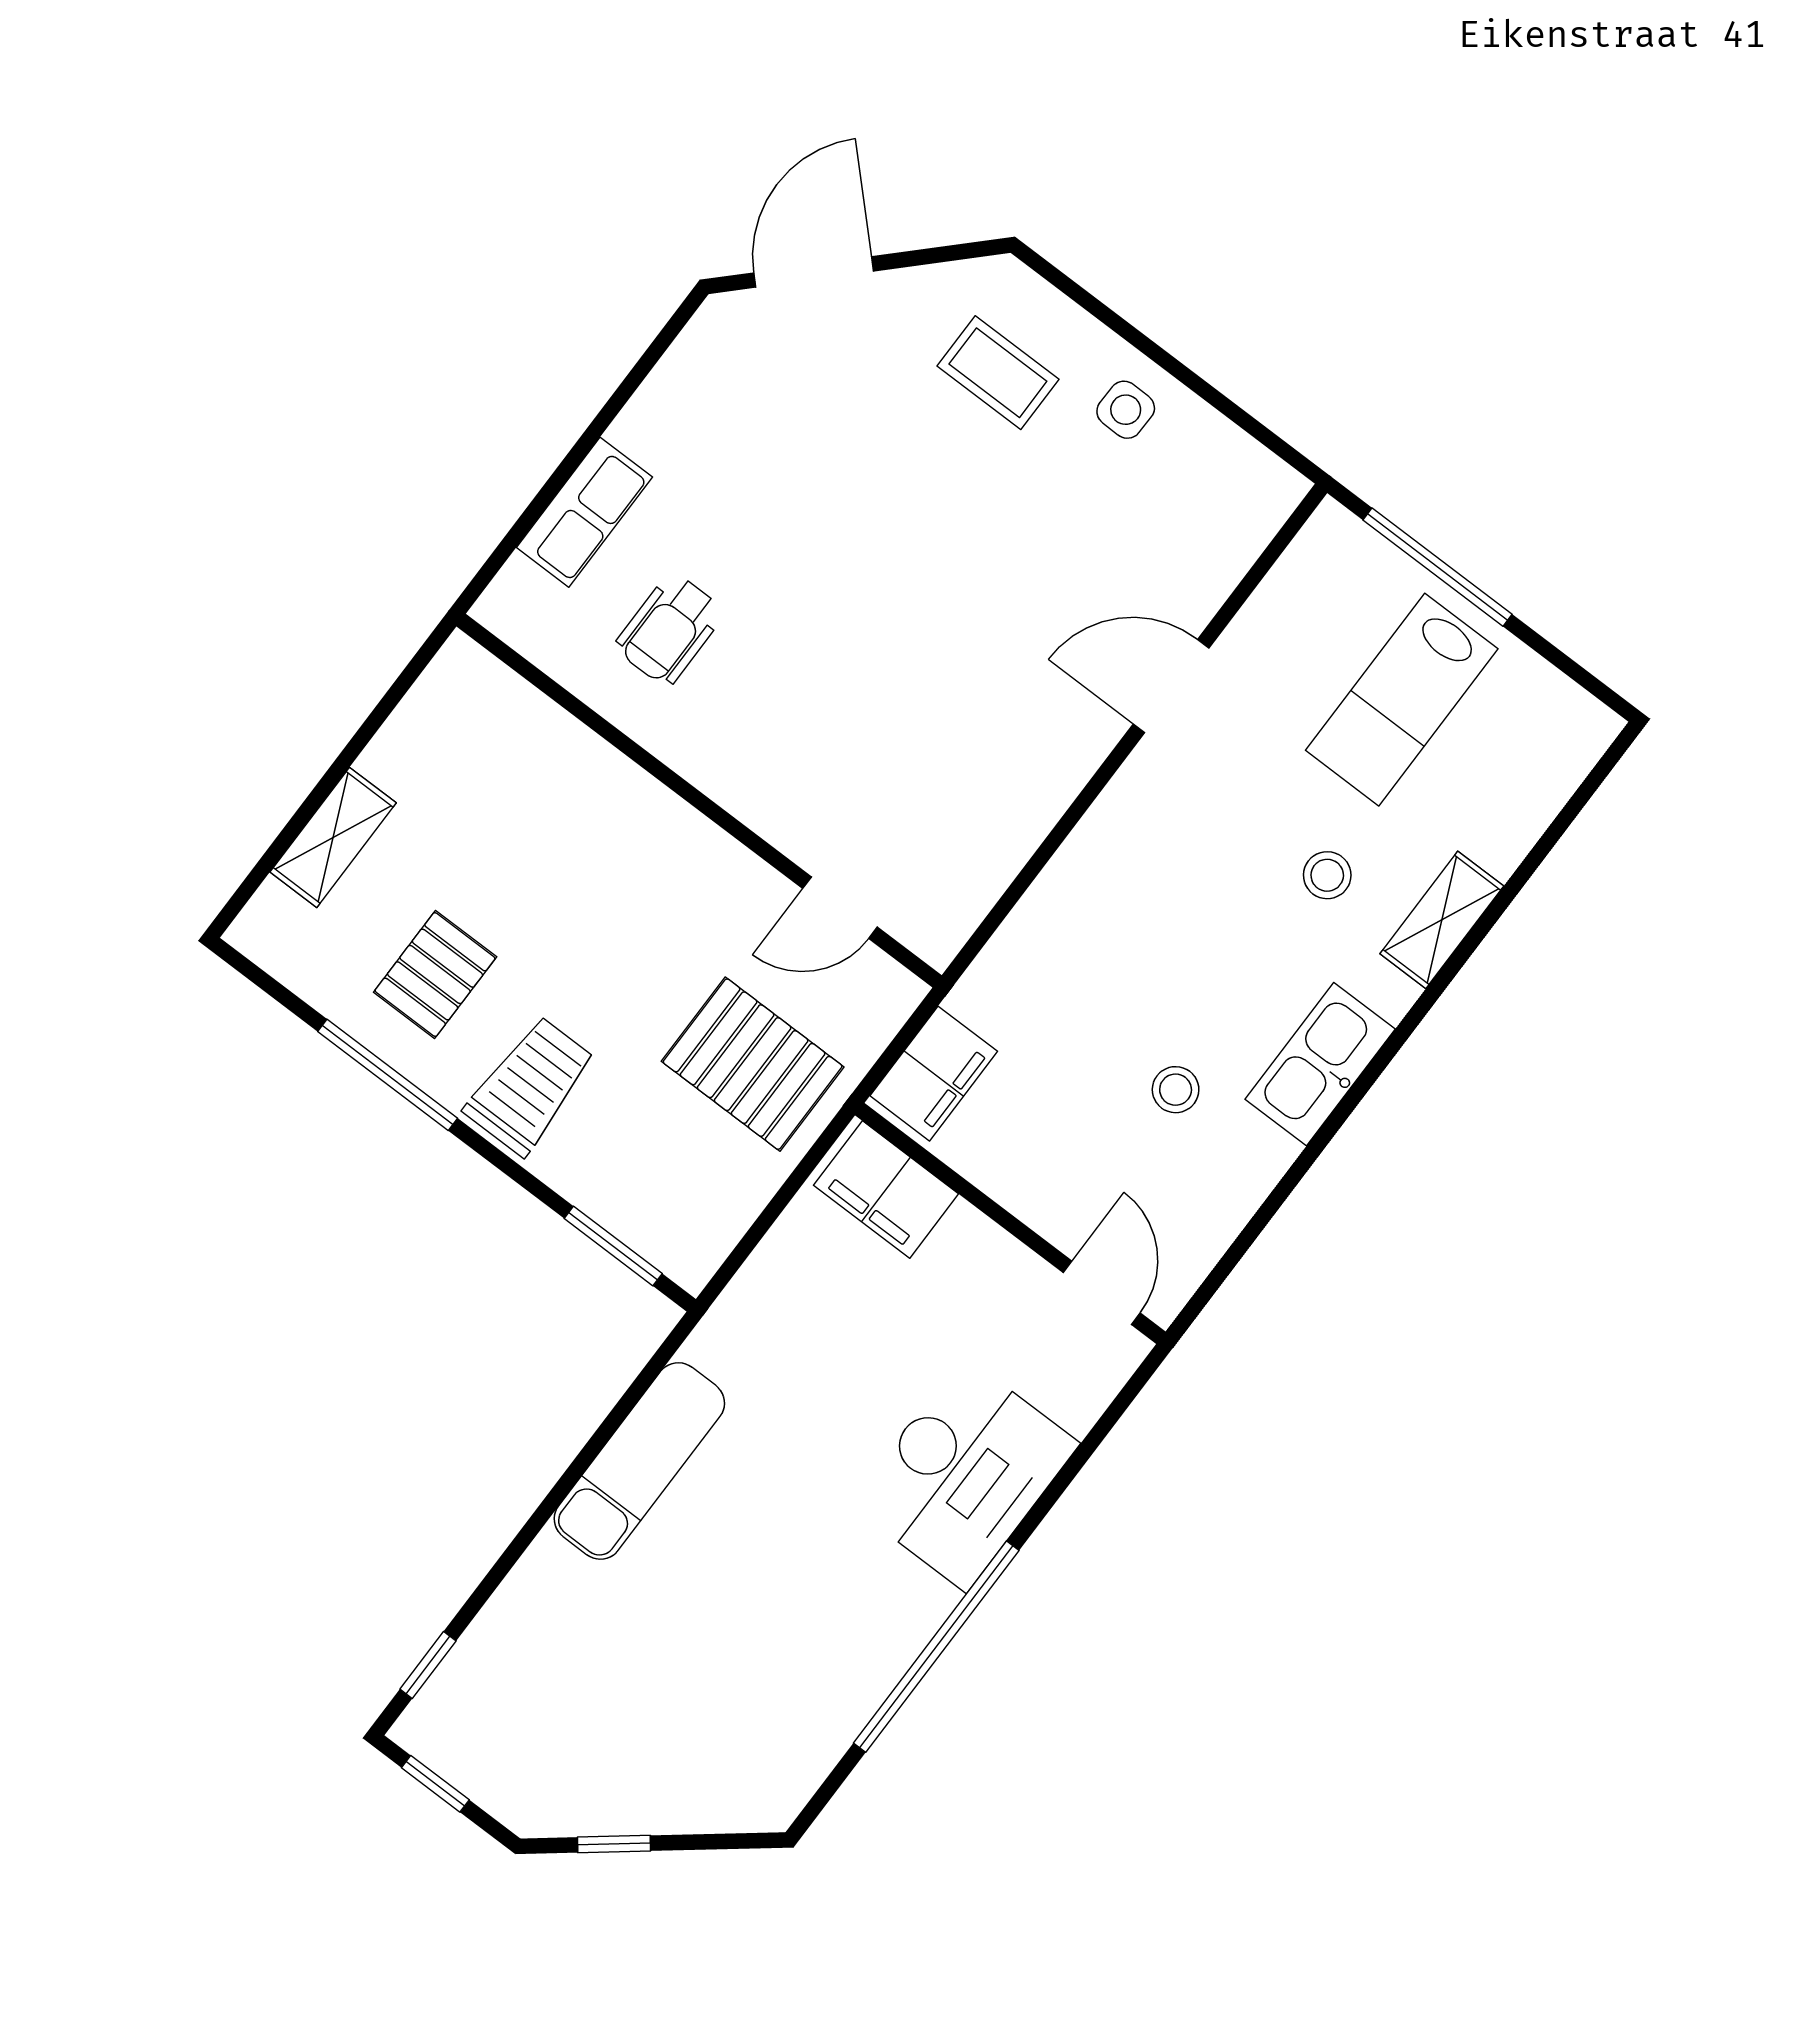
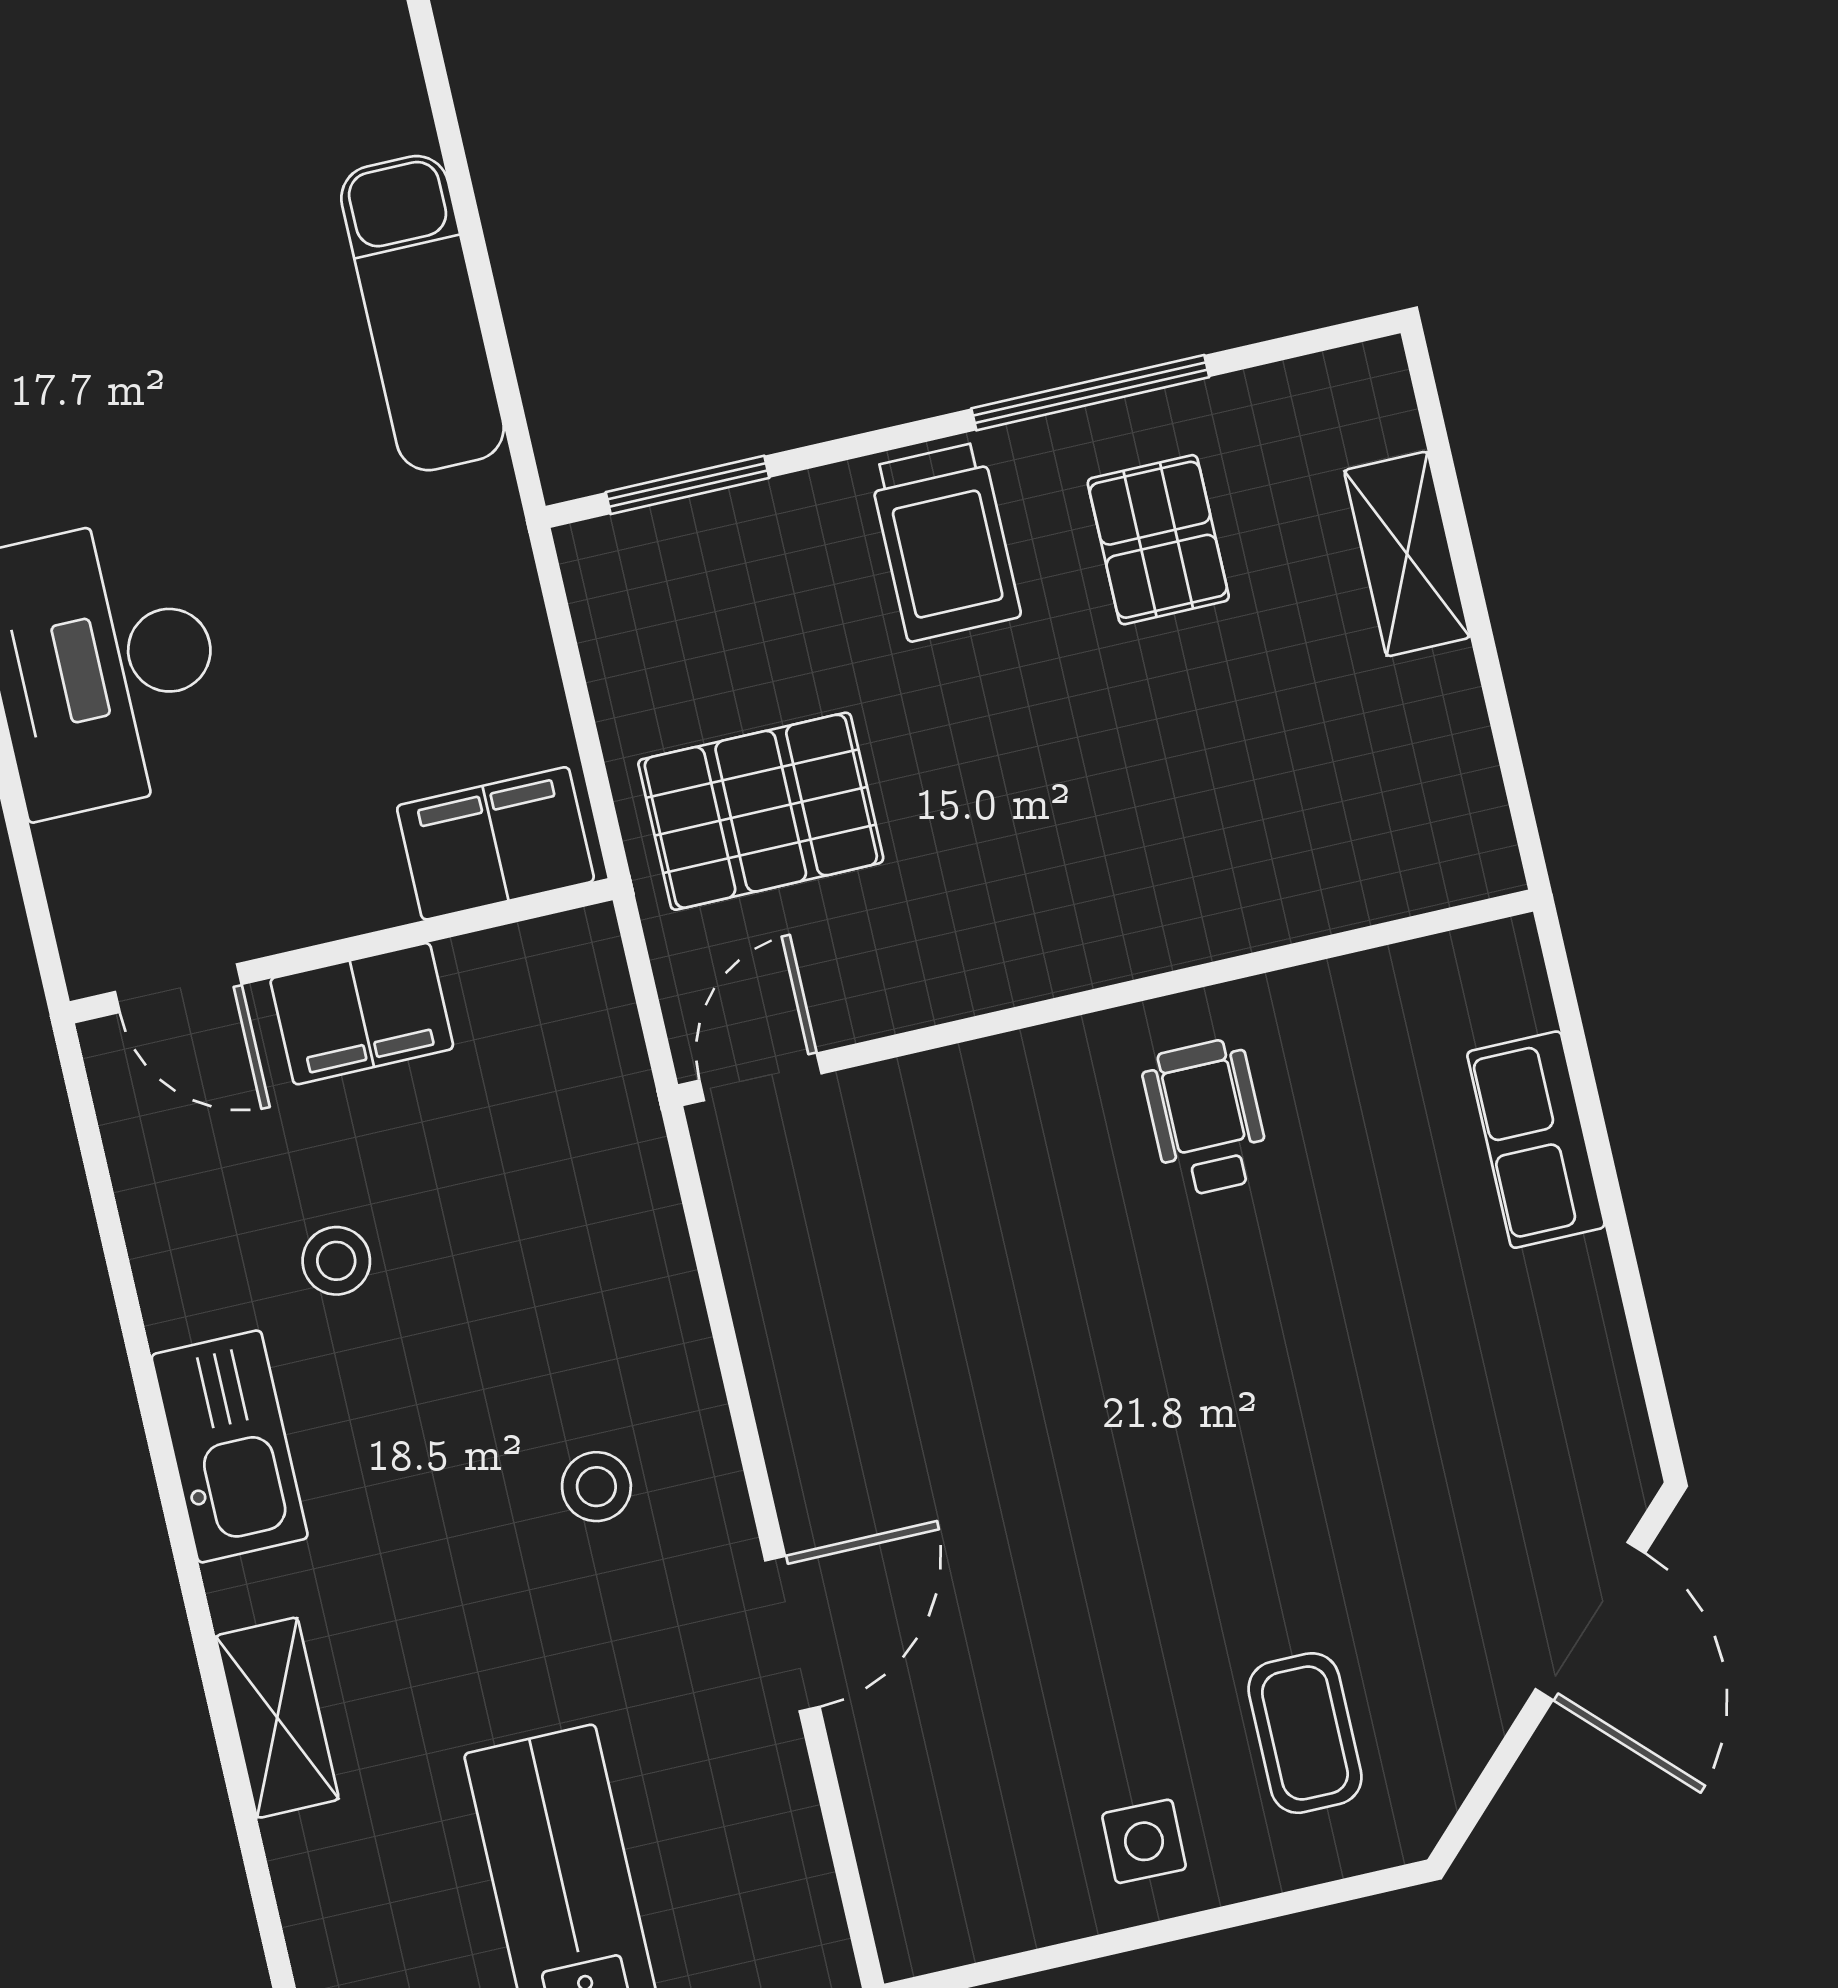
coffee table: (998, 373) -> (1305, 1733), turned 90
wheelchair: (670, 629) -> (1206, 1118), moved
stool: (1327, 875) -> (596, 1487), moved
door: (840, 908) -> (760, 1077), moved
filing cabinet: (934, 1074) -> (362, 1014), moved, turned -90

